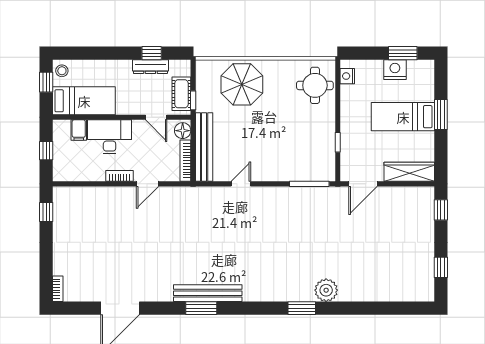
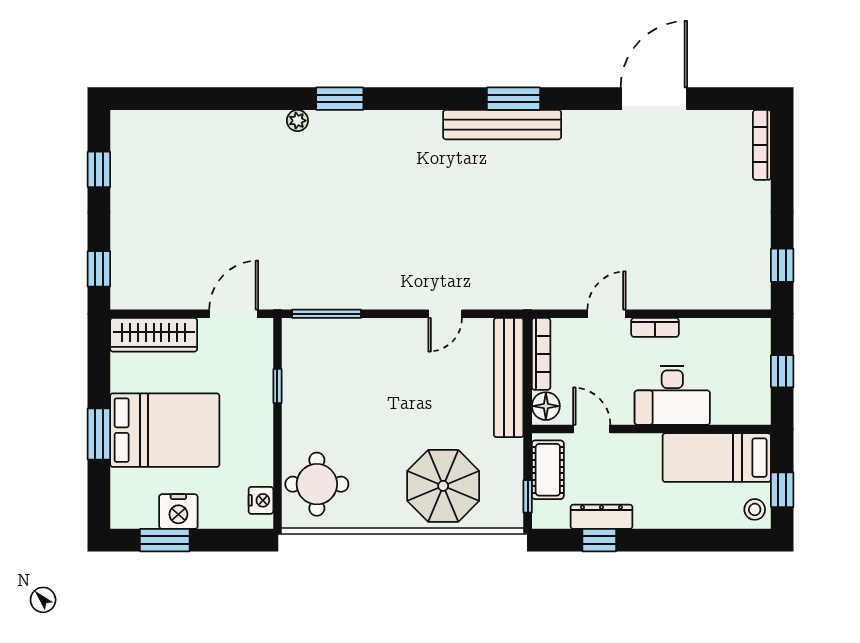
window: (193, 100) -> (528, 496), moved
bed: (403, 117) -> (165, 430), width x1.50
filing cabinet: (79, 130) -> (726, 407), removed
bookcase: (58, 289) -> (762, 145), width x1.56
plant: (326, 290) -> (297, 121), width x0.53, depth x0.53

